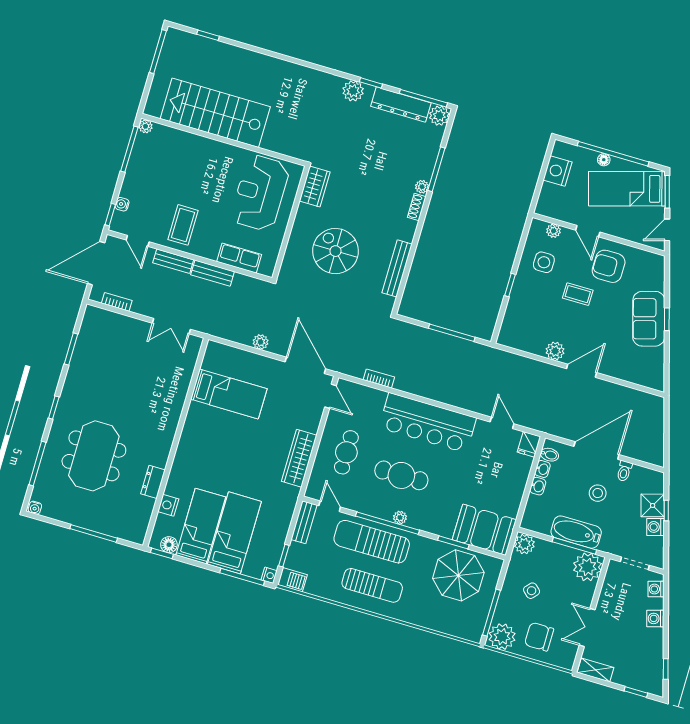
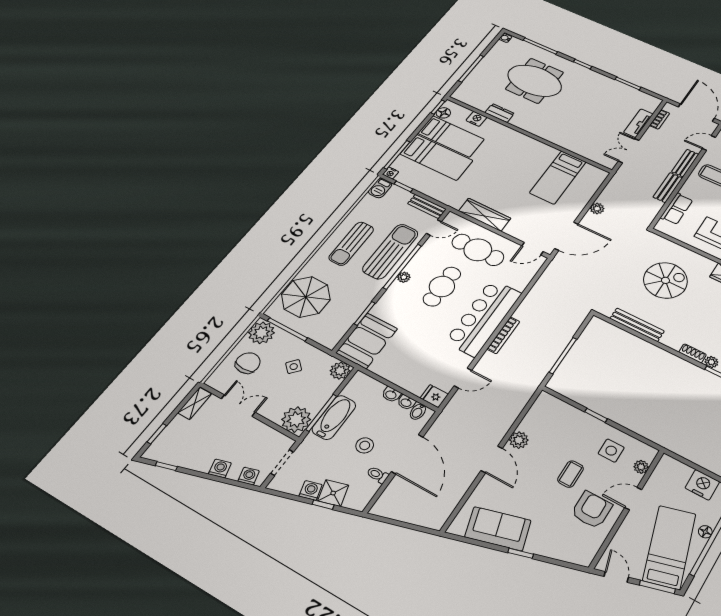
sofa: (649, 319) -> (498, 529), moved
tv unit: (128, 324) -> (638, 123), added
bookcase: (379, 378) -> (503, 335), moved, width x1.56
cafe table: (346, 452) -> (478, 250), width x1.37, depth x1.35
parasol: (458, 575) -> (306, 297), moved

